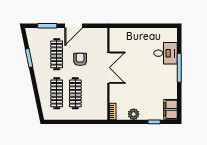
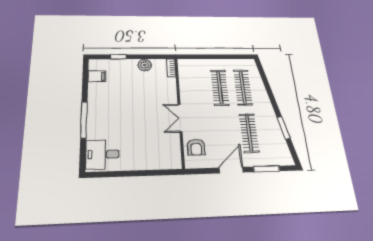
desk: (166, 53) -> (102, 154), moved
armchair: (80, 59) -> (196, 147), moved
double door: (108, 68) -> (180, 118), width x0.73
filing cabinet: (171, 109) -> (97, 76), width x0.50

